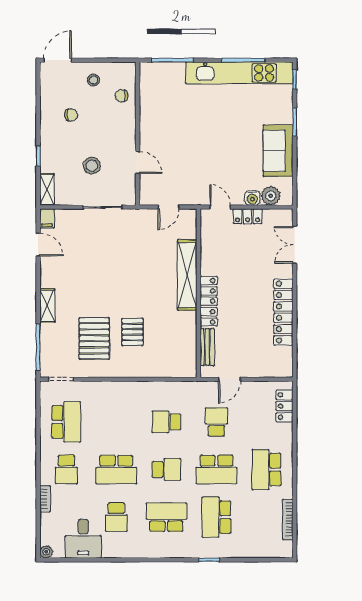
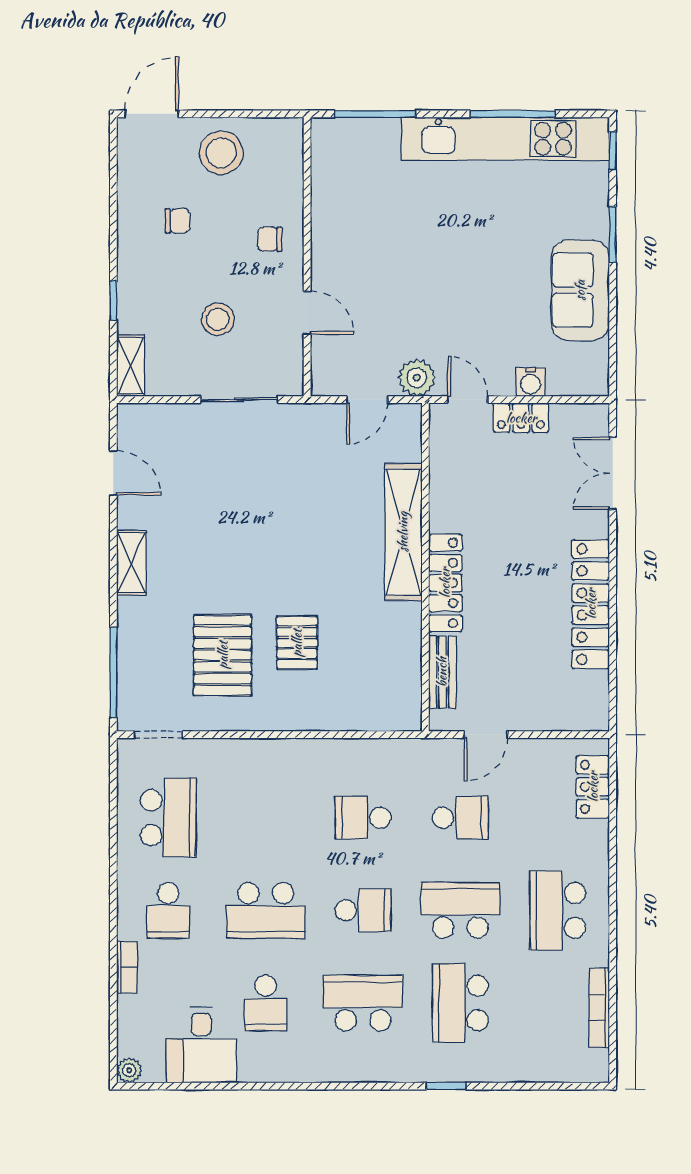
stool: (94, 80) -> (221, 153), width x1.89, depth x1.89
chair: (122, 96) -> (270, 239), moved
plant: (271, 196) -> (417, 378), moved
filing cabinet: (47, 218) -> (131, 422), removed
shelving: (47, 306) -> (131, 563), moved
school desk: (216, 422) -> (460, 818), turned 90
school desk: (216, 470) -> (460, 910), turned 180

